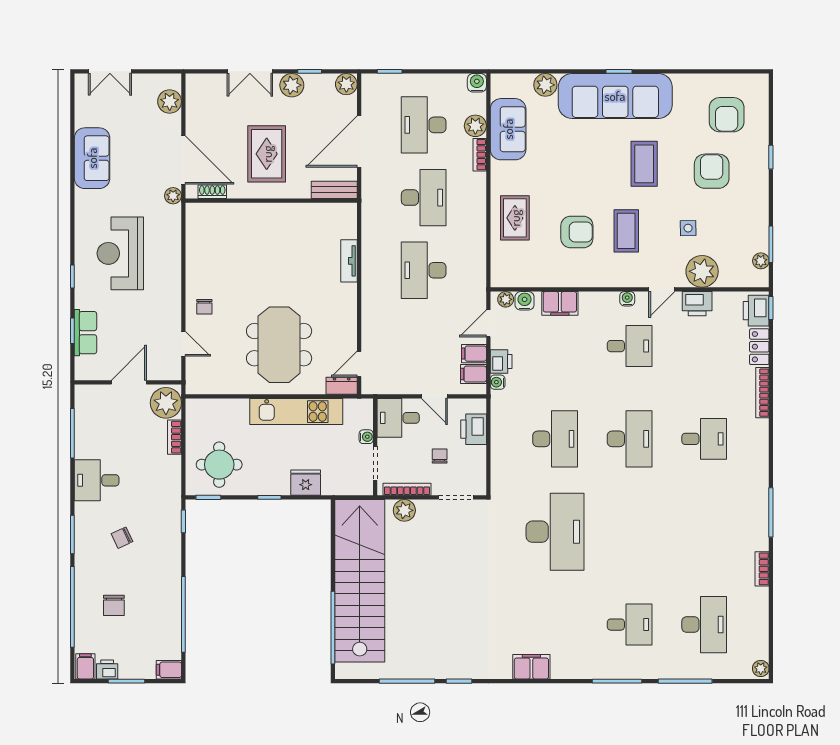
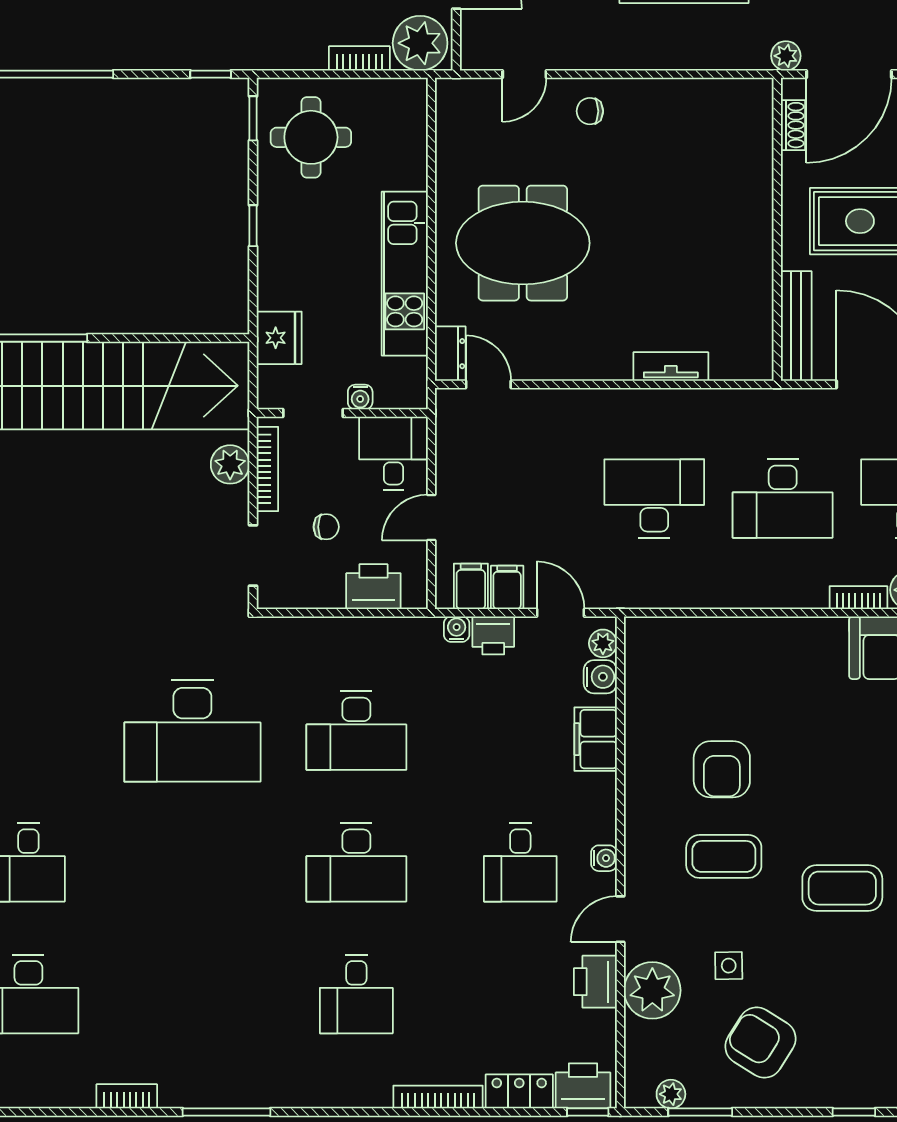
armchair: (712, 171) -> (761, 1043), moved, turned -148
bench: (334, 190) -> (796, 326), width x1.36
rug: (515, 218) -> (747, 660), removed
door: (662, 289) -> (620, 919), hinge flipped
fridge: (306, 483) -> (279, 338), moved

